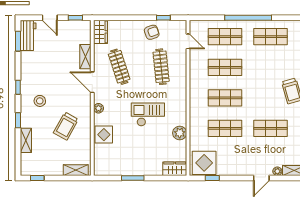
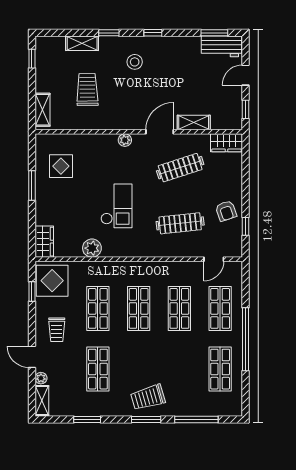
trolley: (66, 126) -> (87, 90), moved, turned 60
display table: (104, 135) -> (61, 166), moved
trolley: (241, 159) -> (57, 330), added

